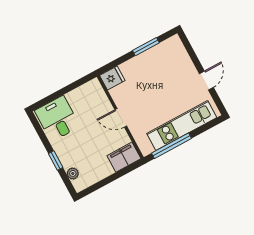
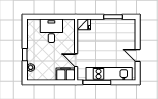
door: (206, 80) -> (138, 55), swing flipped
door: (121, 118) -> (76, 60), moved
desk: (57, 119) -> (51, 31), moved

